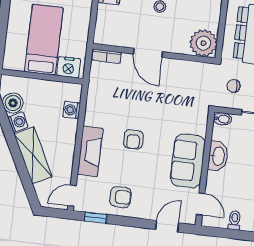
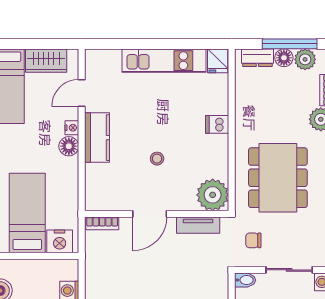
door: (148, 53) -> (150, 214), hinge flipped
tv unit: (188, 67) -> (198, 225), added

